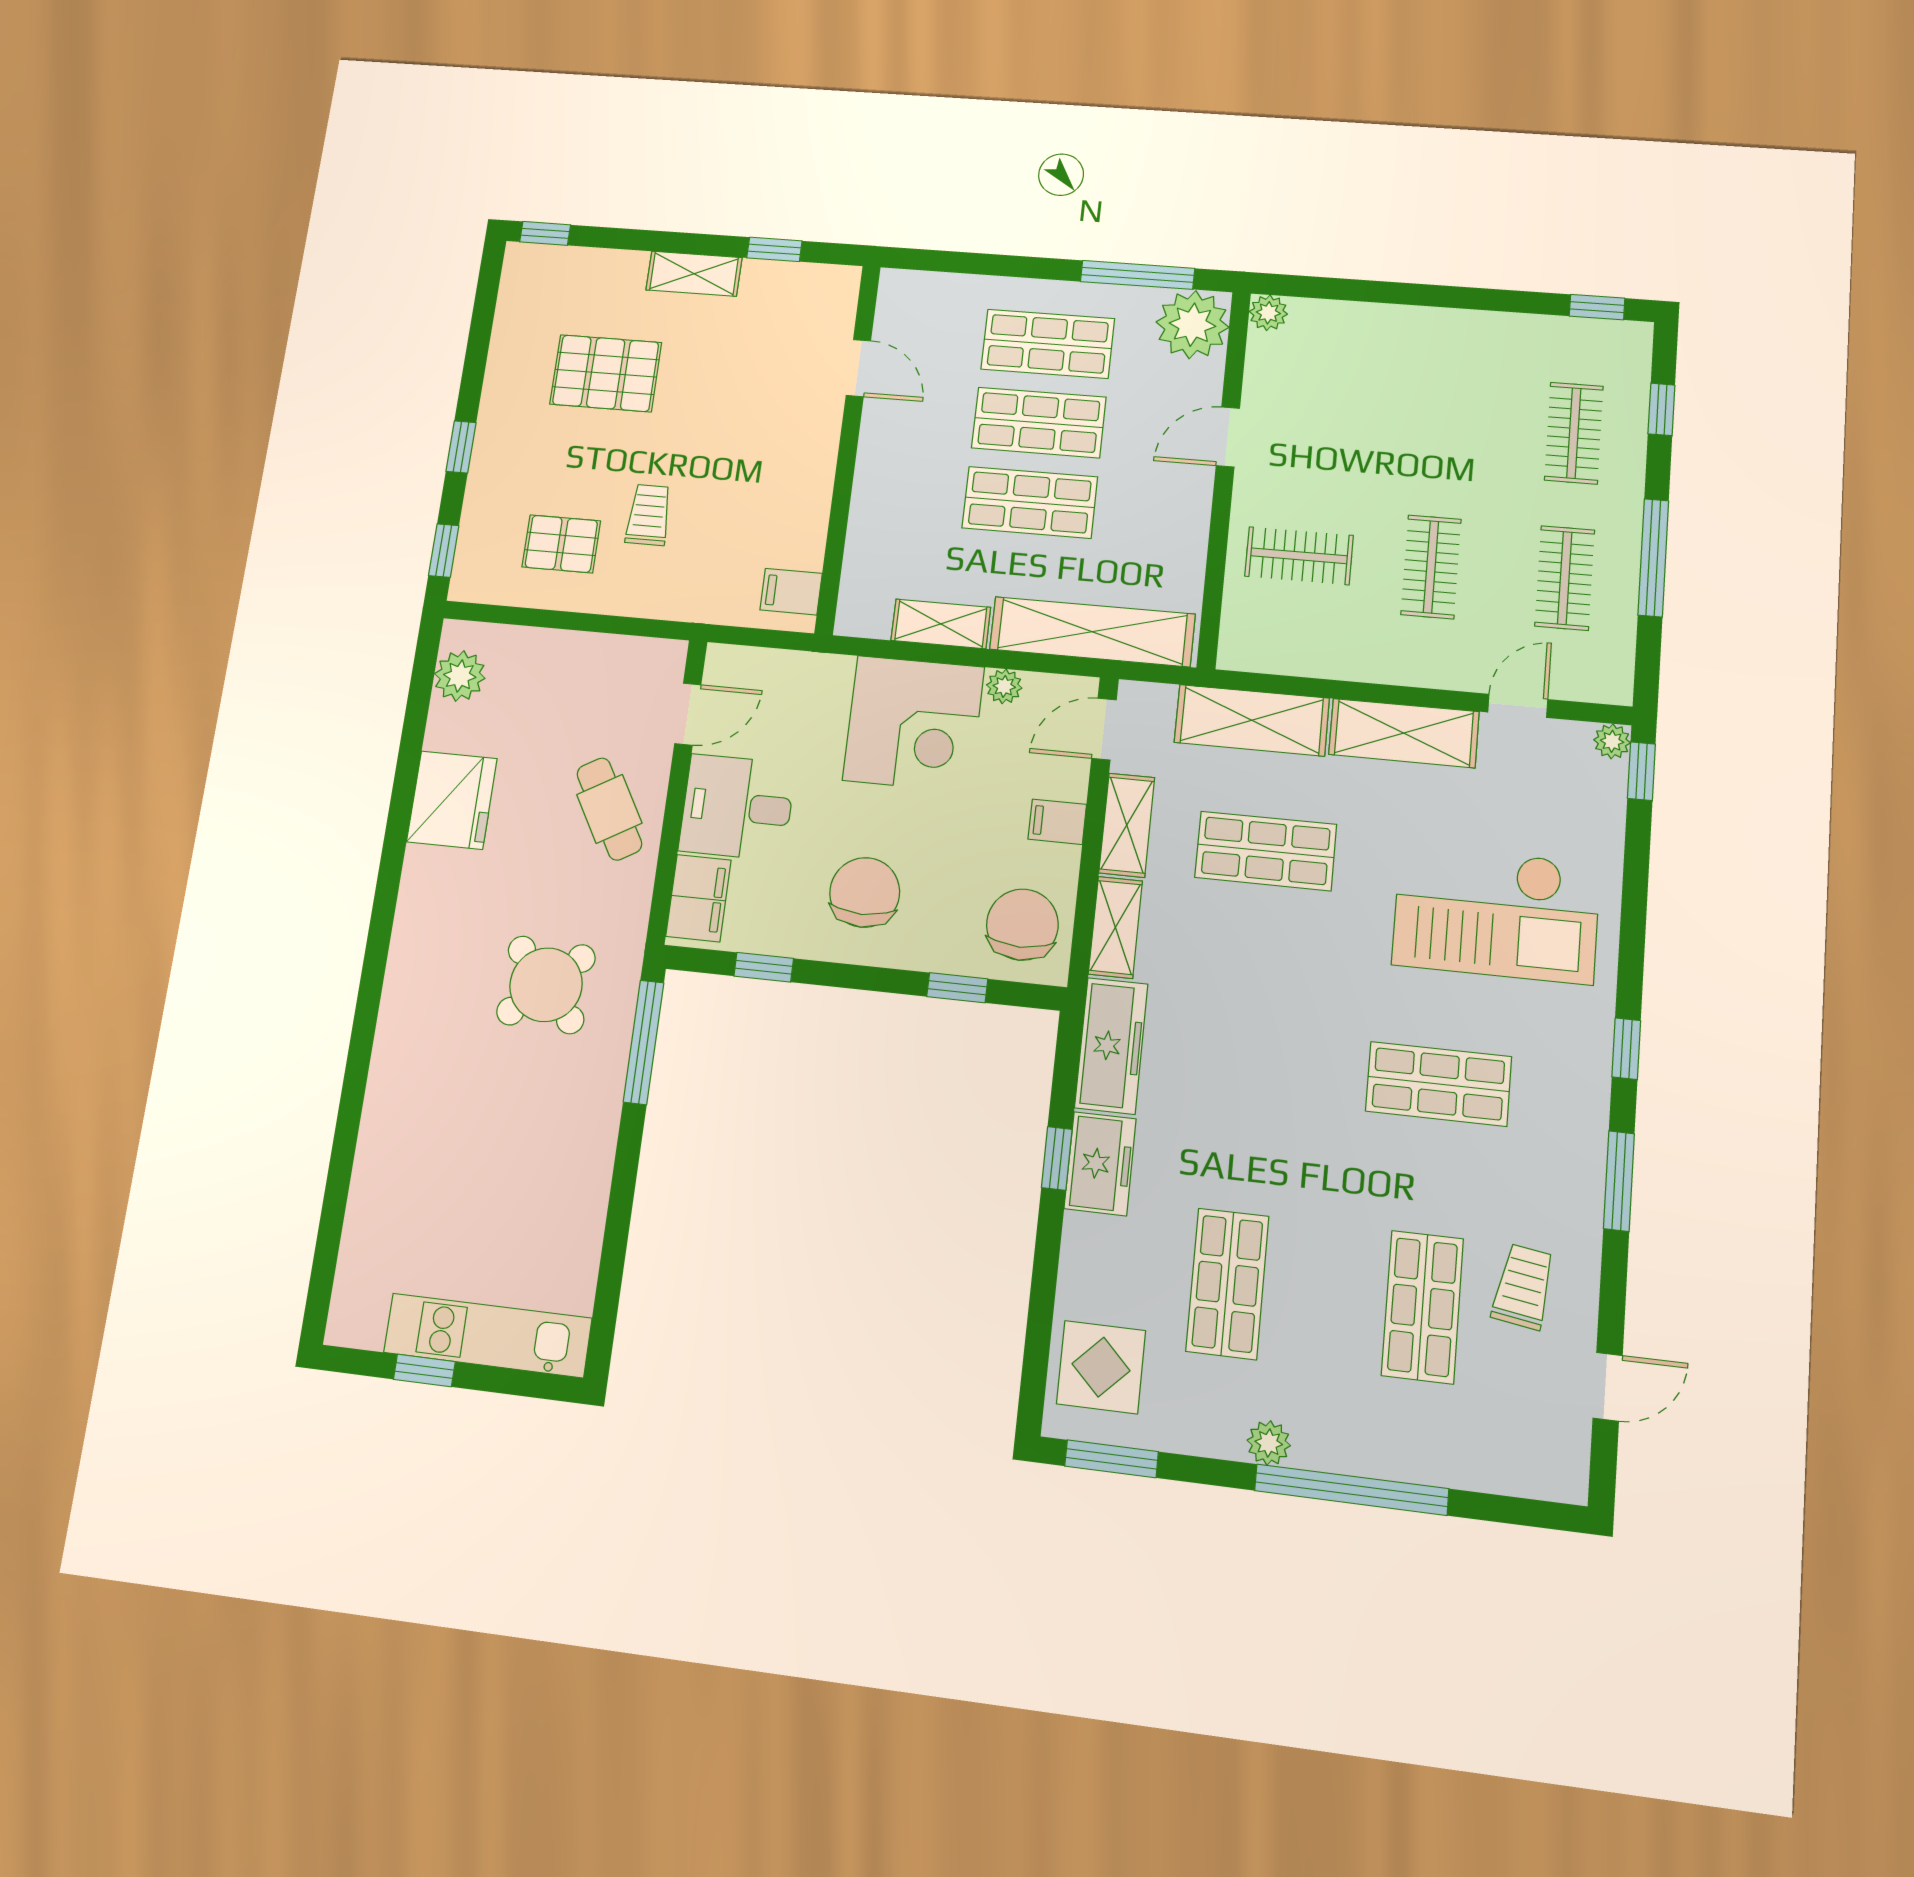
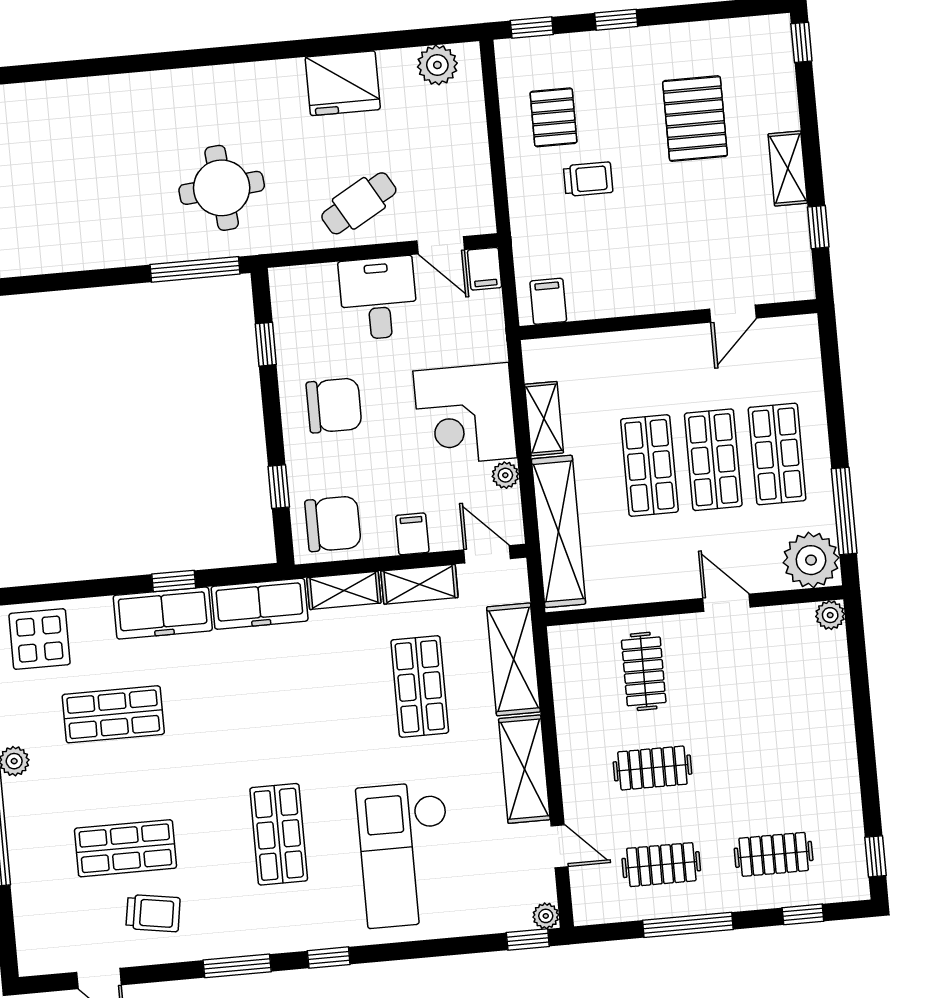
filing cabinet: (698, 898) -> (485, 269), moved, width x0.50
round table: (546, 985) -> (222, 188), turned 38
freezer: (1100, 1164) -> (163, 613), width x1.40

